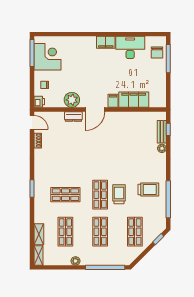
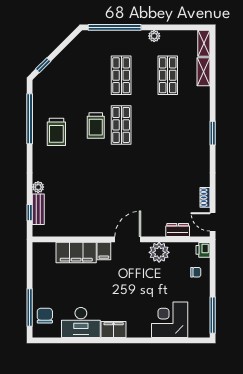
corner desk: (47, 57) -> (170, 320), moved, turned 90
dresser: (73, 116) -> (178, 230), moved
trolley: (148, 189) -> (56, 132), turned -90
shop shelf: (65, 195) -> (168, 125), removed
shop shelf: (135, 232) -> (74, 75), removed

